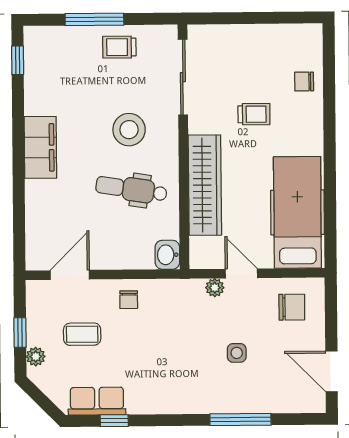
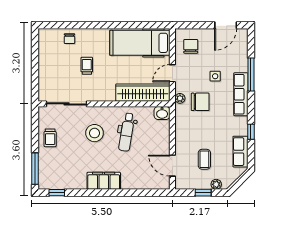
window: (94, 19) -> (35, 169), moved
wardrobe: (205, 185) -> (143, 93), moved
plant: (215, 288) -> (180, 98), moved
chair: (129, 300) -> (200, 102), moved, width x1.87, depth x1.87
row of seats: (204, 401) -> (241, 94), added
window: (114, 421) -> (251, 132), moved

